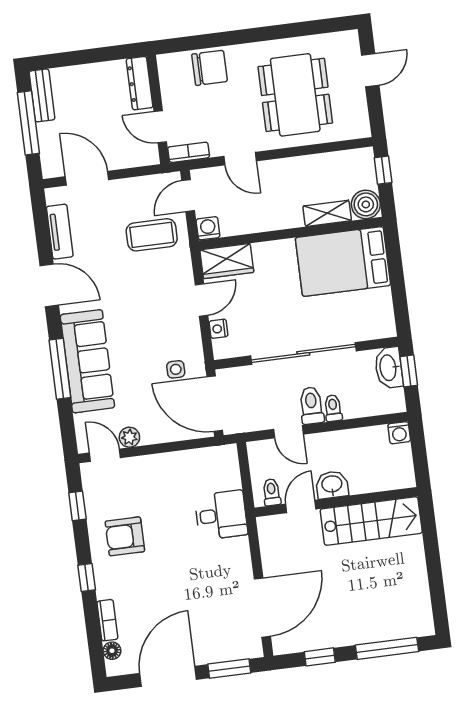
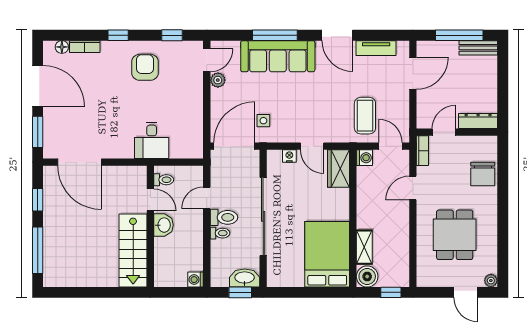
plant: (350, 39) -> (491, 281), added
dining table: (295, 95) -> (455, 235), width x0.73
door: (49, 285) -> (337, 35), hinge flipped

